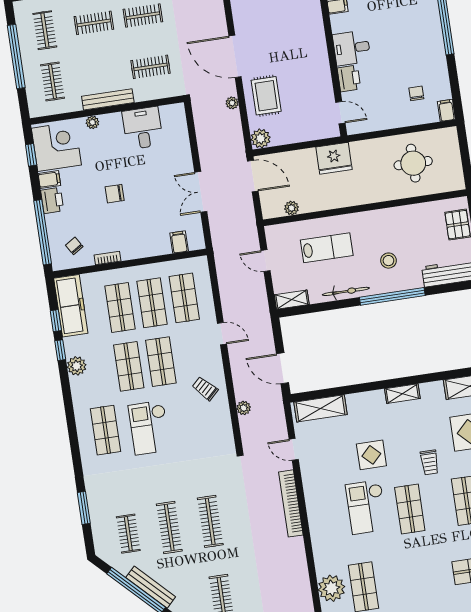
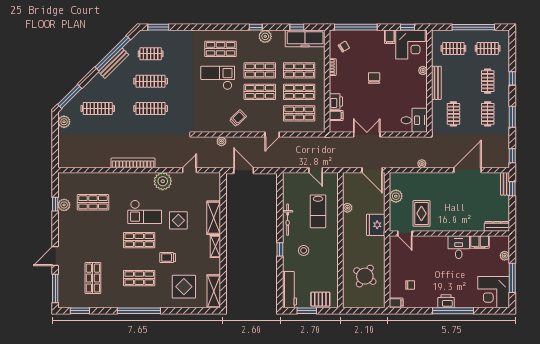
desk: (352, 48) -> (459, 247), moved
door: (235, 56) -> (467, 170), moved
printer: (349, 78) -> (446, 301), moved, turned 180
rug: (266, 96) -> (421, 213), moved, turned 90
door: (340, 113) -> (405, 233), hinge flipped
desk: (143, 128) -> (414, 120), moved
plant: (261, 138) -> (396, 196), moved
round table: (413, 163) -> (365, 276), turned 34
door: (253, 176) -> (372, 170), hinge flipped
printer: (52, 200) -> (336, 101), moved, turned -90
plant: (292, 208) -> (347, 208), moved
door: (266, 261) -> (316, 170), swing flipped
window: (392, 296) -> (280, 249), width x0.32
shelving: (292, 300) -> (288, 183), removed
window: (60, 350) -> (256, 27), moved
door: (282, 368) -> (244, 171), hinge flipped
shelving: (320, 408) -> (214, 218), moved
bookcase: (291, 503) -> (133, 163), moved
checkout: (366, 507) -> (145, 212), turned 180
window: (84, 508) -> (158, 27), moved
plant: (332, 588) -> (163, 181), moved

